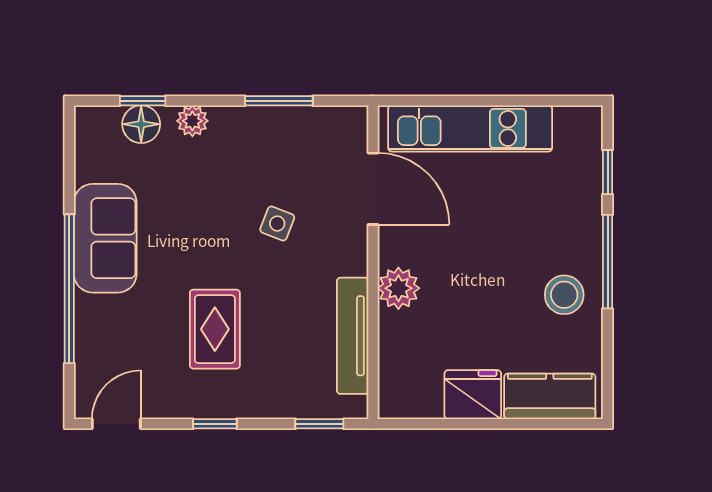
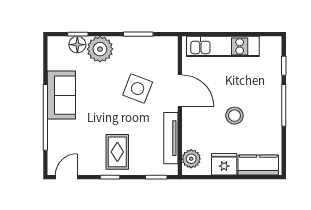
plant: (192, 121) -> (100, 49), width x1.87, depth x1.87
door: (373, 189) -> (180, 91), moved
side table: (277, 224) -> (138, 89), width x1.87, depth x1.87
plant: (398, 288) -> (191, 159), moved
stool: (564, 295) -> (234, 116), moved
rug: (215, 329) -> (117, 152), moved

